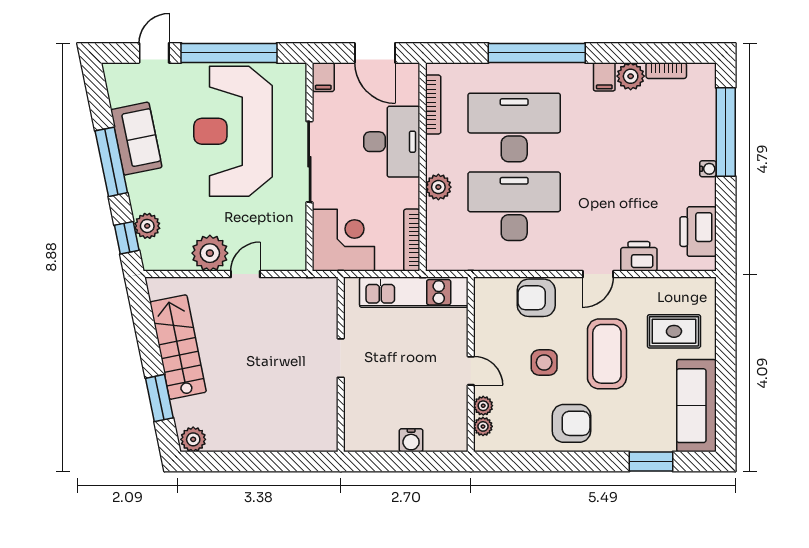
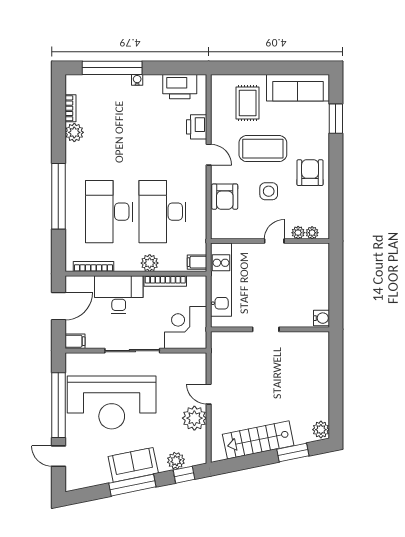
filing cabinet: (604, 77) -> (197, 262), moved, turned 180
sofa: (136, 139) -> (133, 465), moved
bookcase: (412, 240) -> (165, 281), moved
water cooler: (411, 440) -> (321, 318), moved

